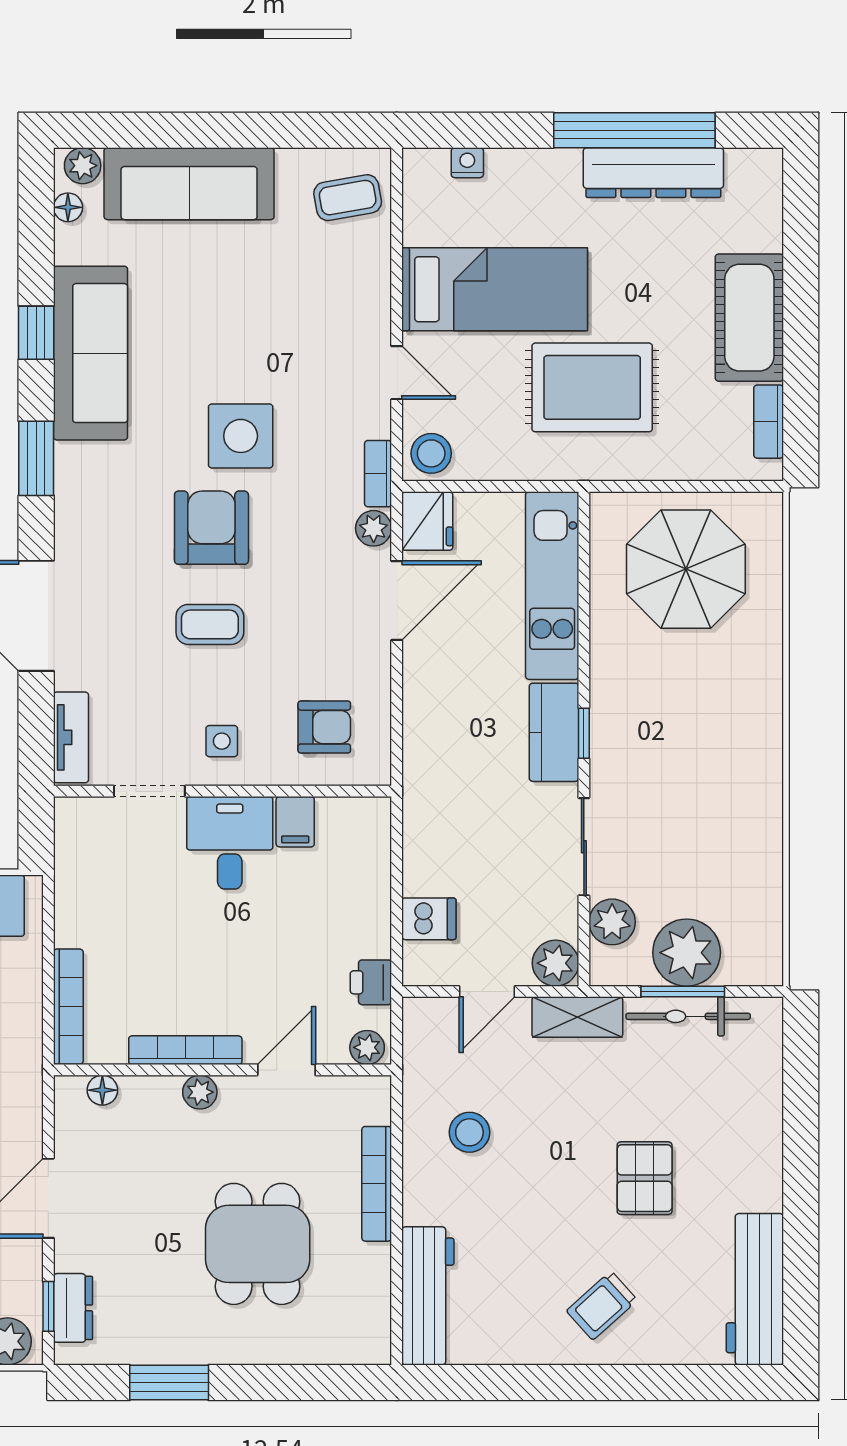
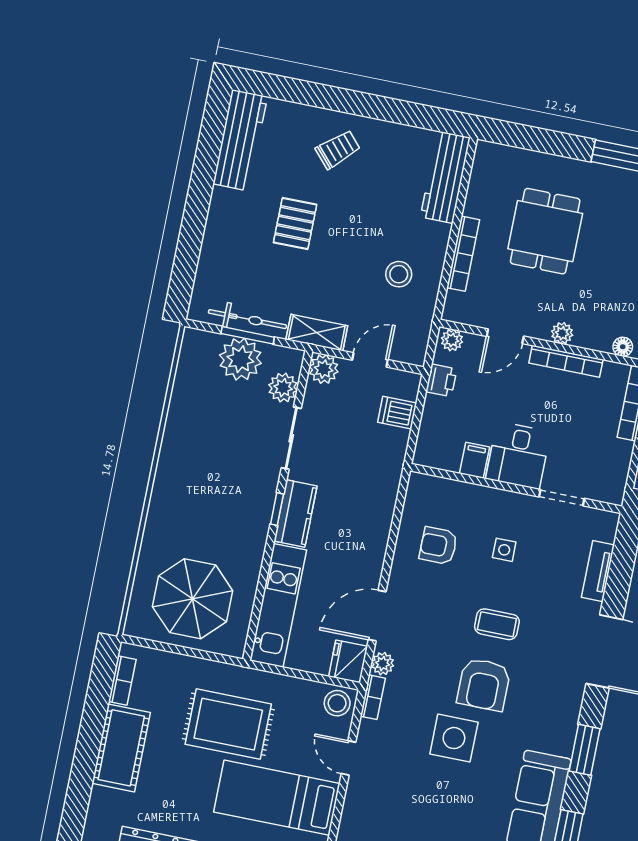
doorway: (149, 791) -> (562, 498), moved
wall: (222, 791) -> (516, 488), moved
filing cabinet: (295, 822) -> (474, 460), moved
desk: (230, 843) -> (518, 455), moved

